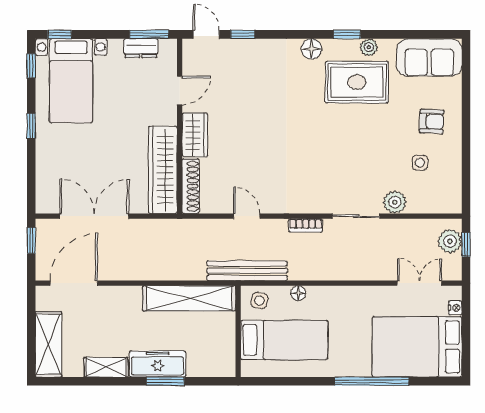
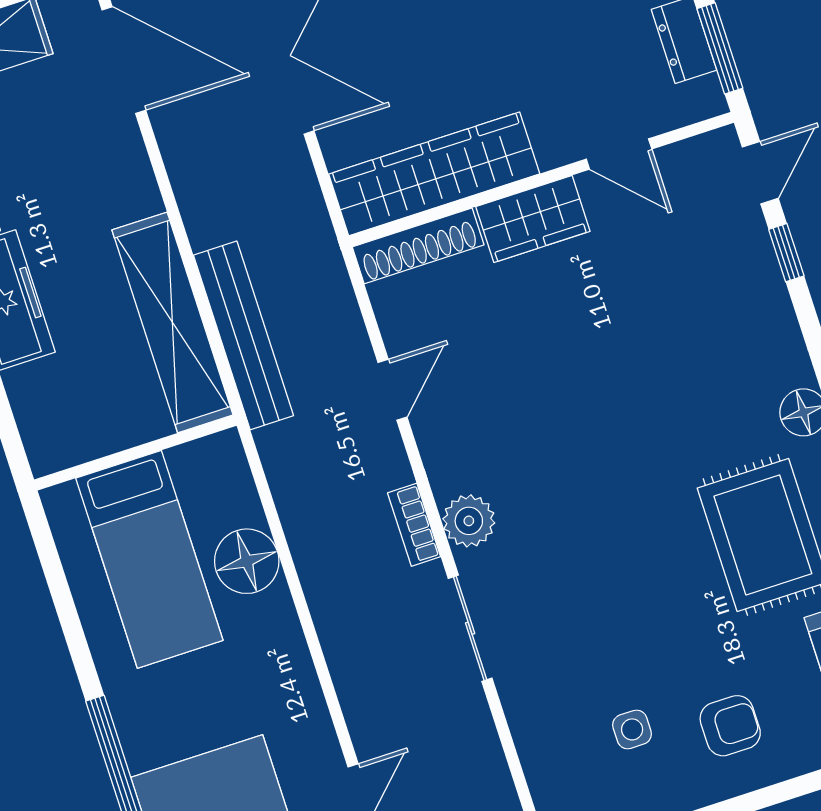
armchair: (432, 121) -> (730, 726), turned -92
plant: (395, 202) -> (469, 521), moved
bench: (247, 271) -> (243, 335), moved
floor lamp: (298, 293) -> (247, 561), width x1.89, depth x1.89
side table: (259, 301) -> (218, 477), removed

